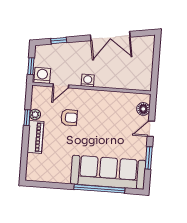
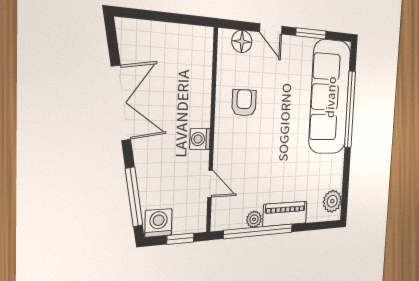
window: (59, 41) -> (134, 197), width x2.17
washing machine: (42, 75) -> (159, 223), moved, turned 90
armchair: (69, 117) -> (244, 103), moved
window: (27, 118) -> (259, 231), width x3.17
plant: (39, 174) -> (332, 201), added

